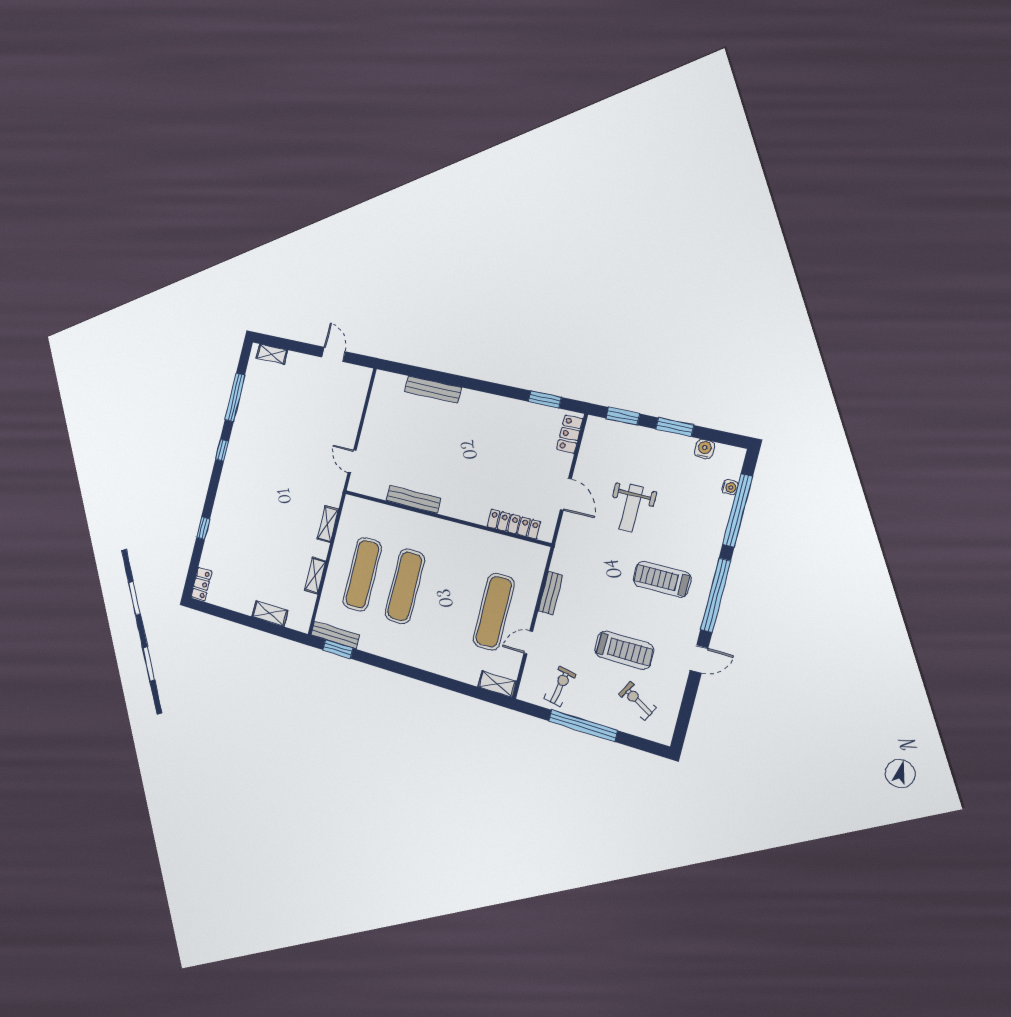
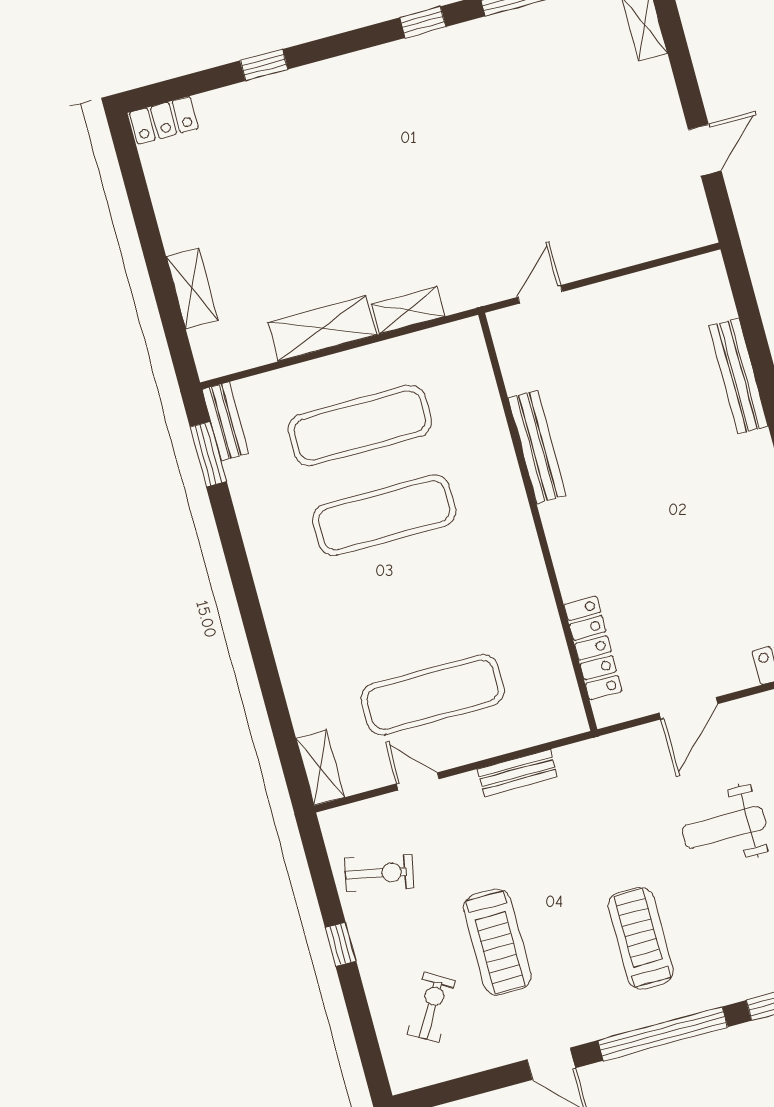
shelving: (315, 576) -> (322, 328), width x1.50, depth x1.33
bench: (335, 635) -> (225, 421), width x0.73
window: (583, 726) -> (341, 944), width x0.32

